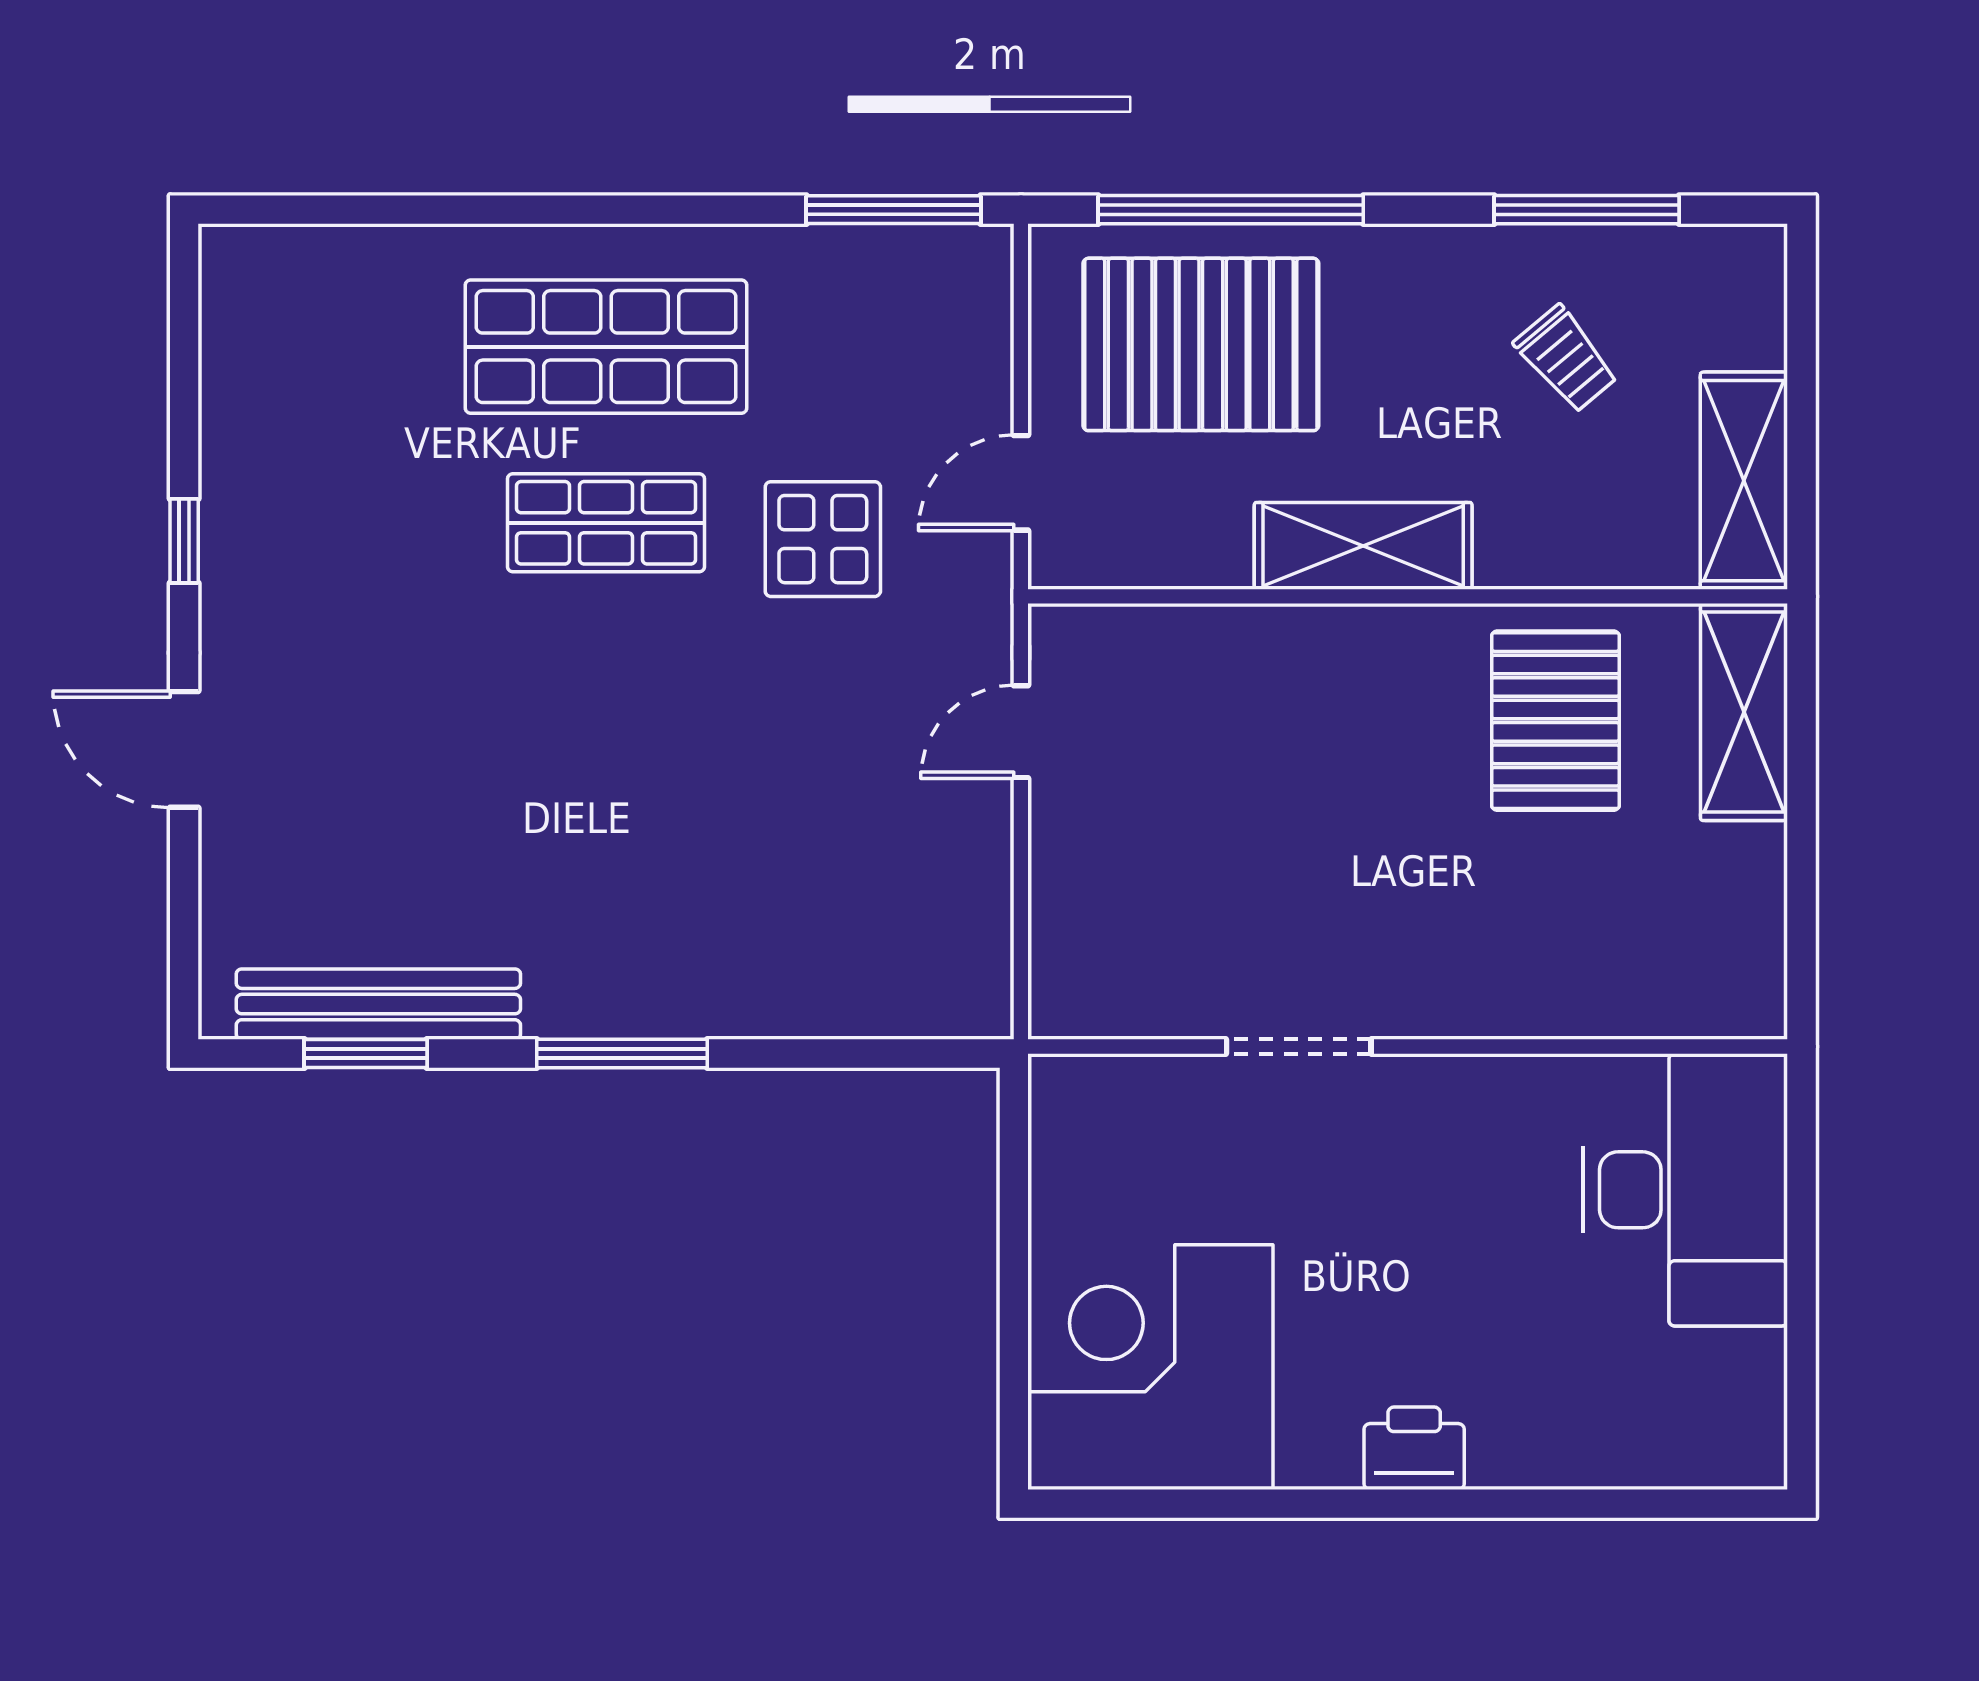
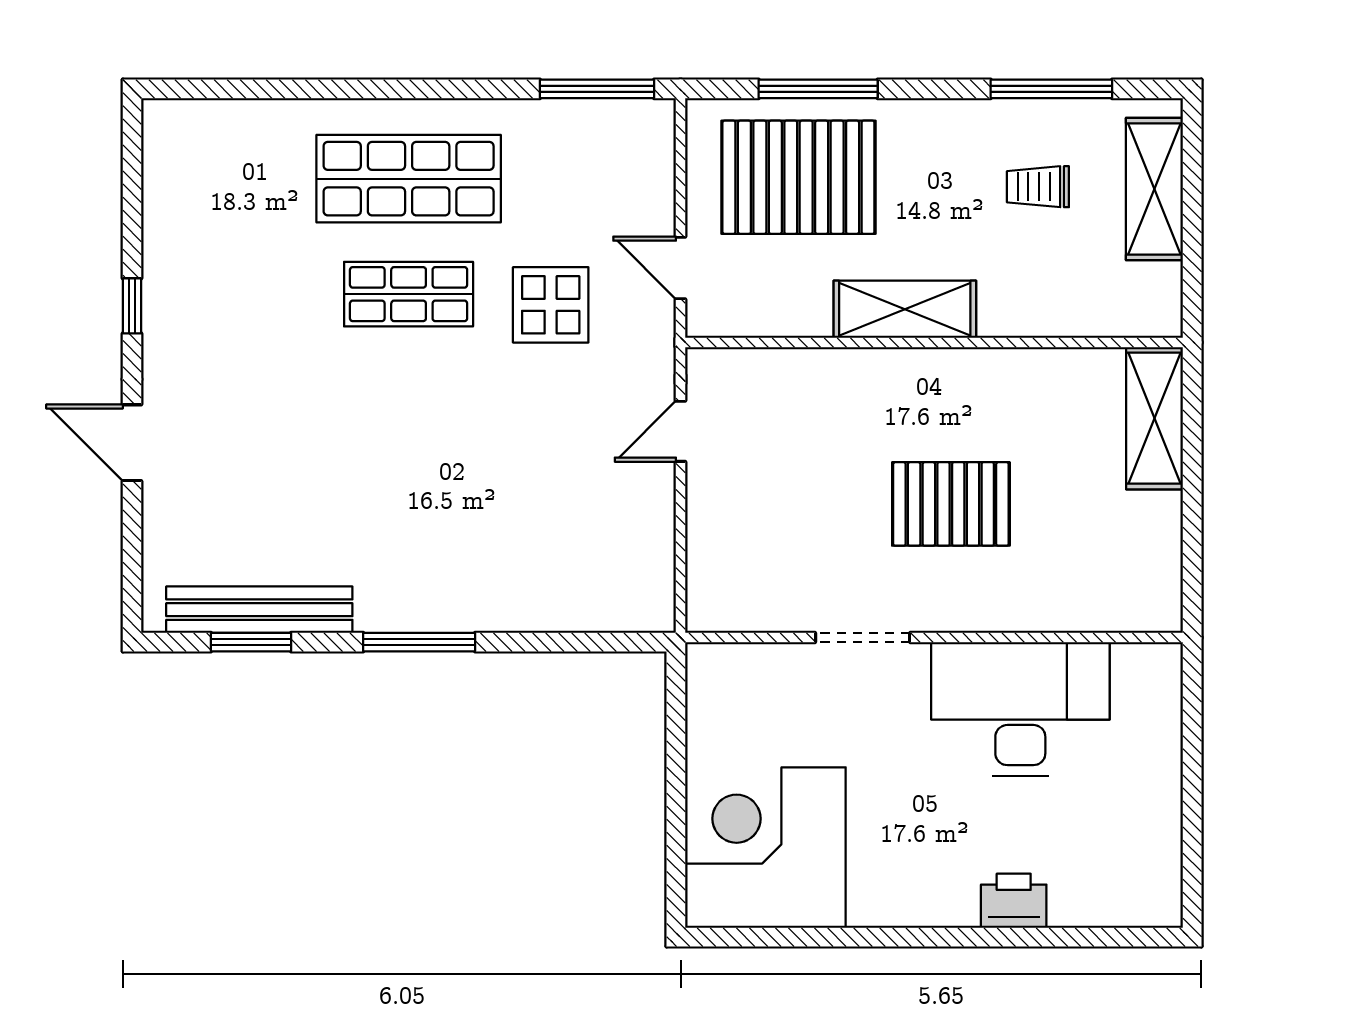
window: (1231, 210) -> (818, 89), width x0.68
trolley: (1566, 359) -> (1038, 187), turned 130
shelving: (1744, 481) -> (1154, 189), moved
door: (1021, 483) -> (681, 268), hinge flipped
pallet: (1555, 721) -> (951, 504), moved, turned 90
desk: (1685, 1190) -> (1020, 709), moved, turned -90
printer: (1414, 1448) -> (1014, 901), moved

